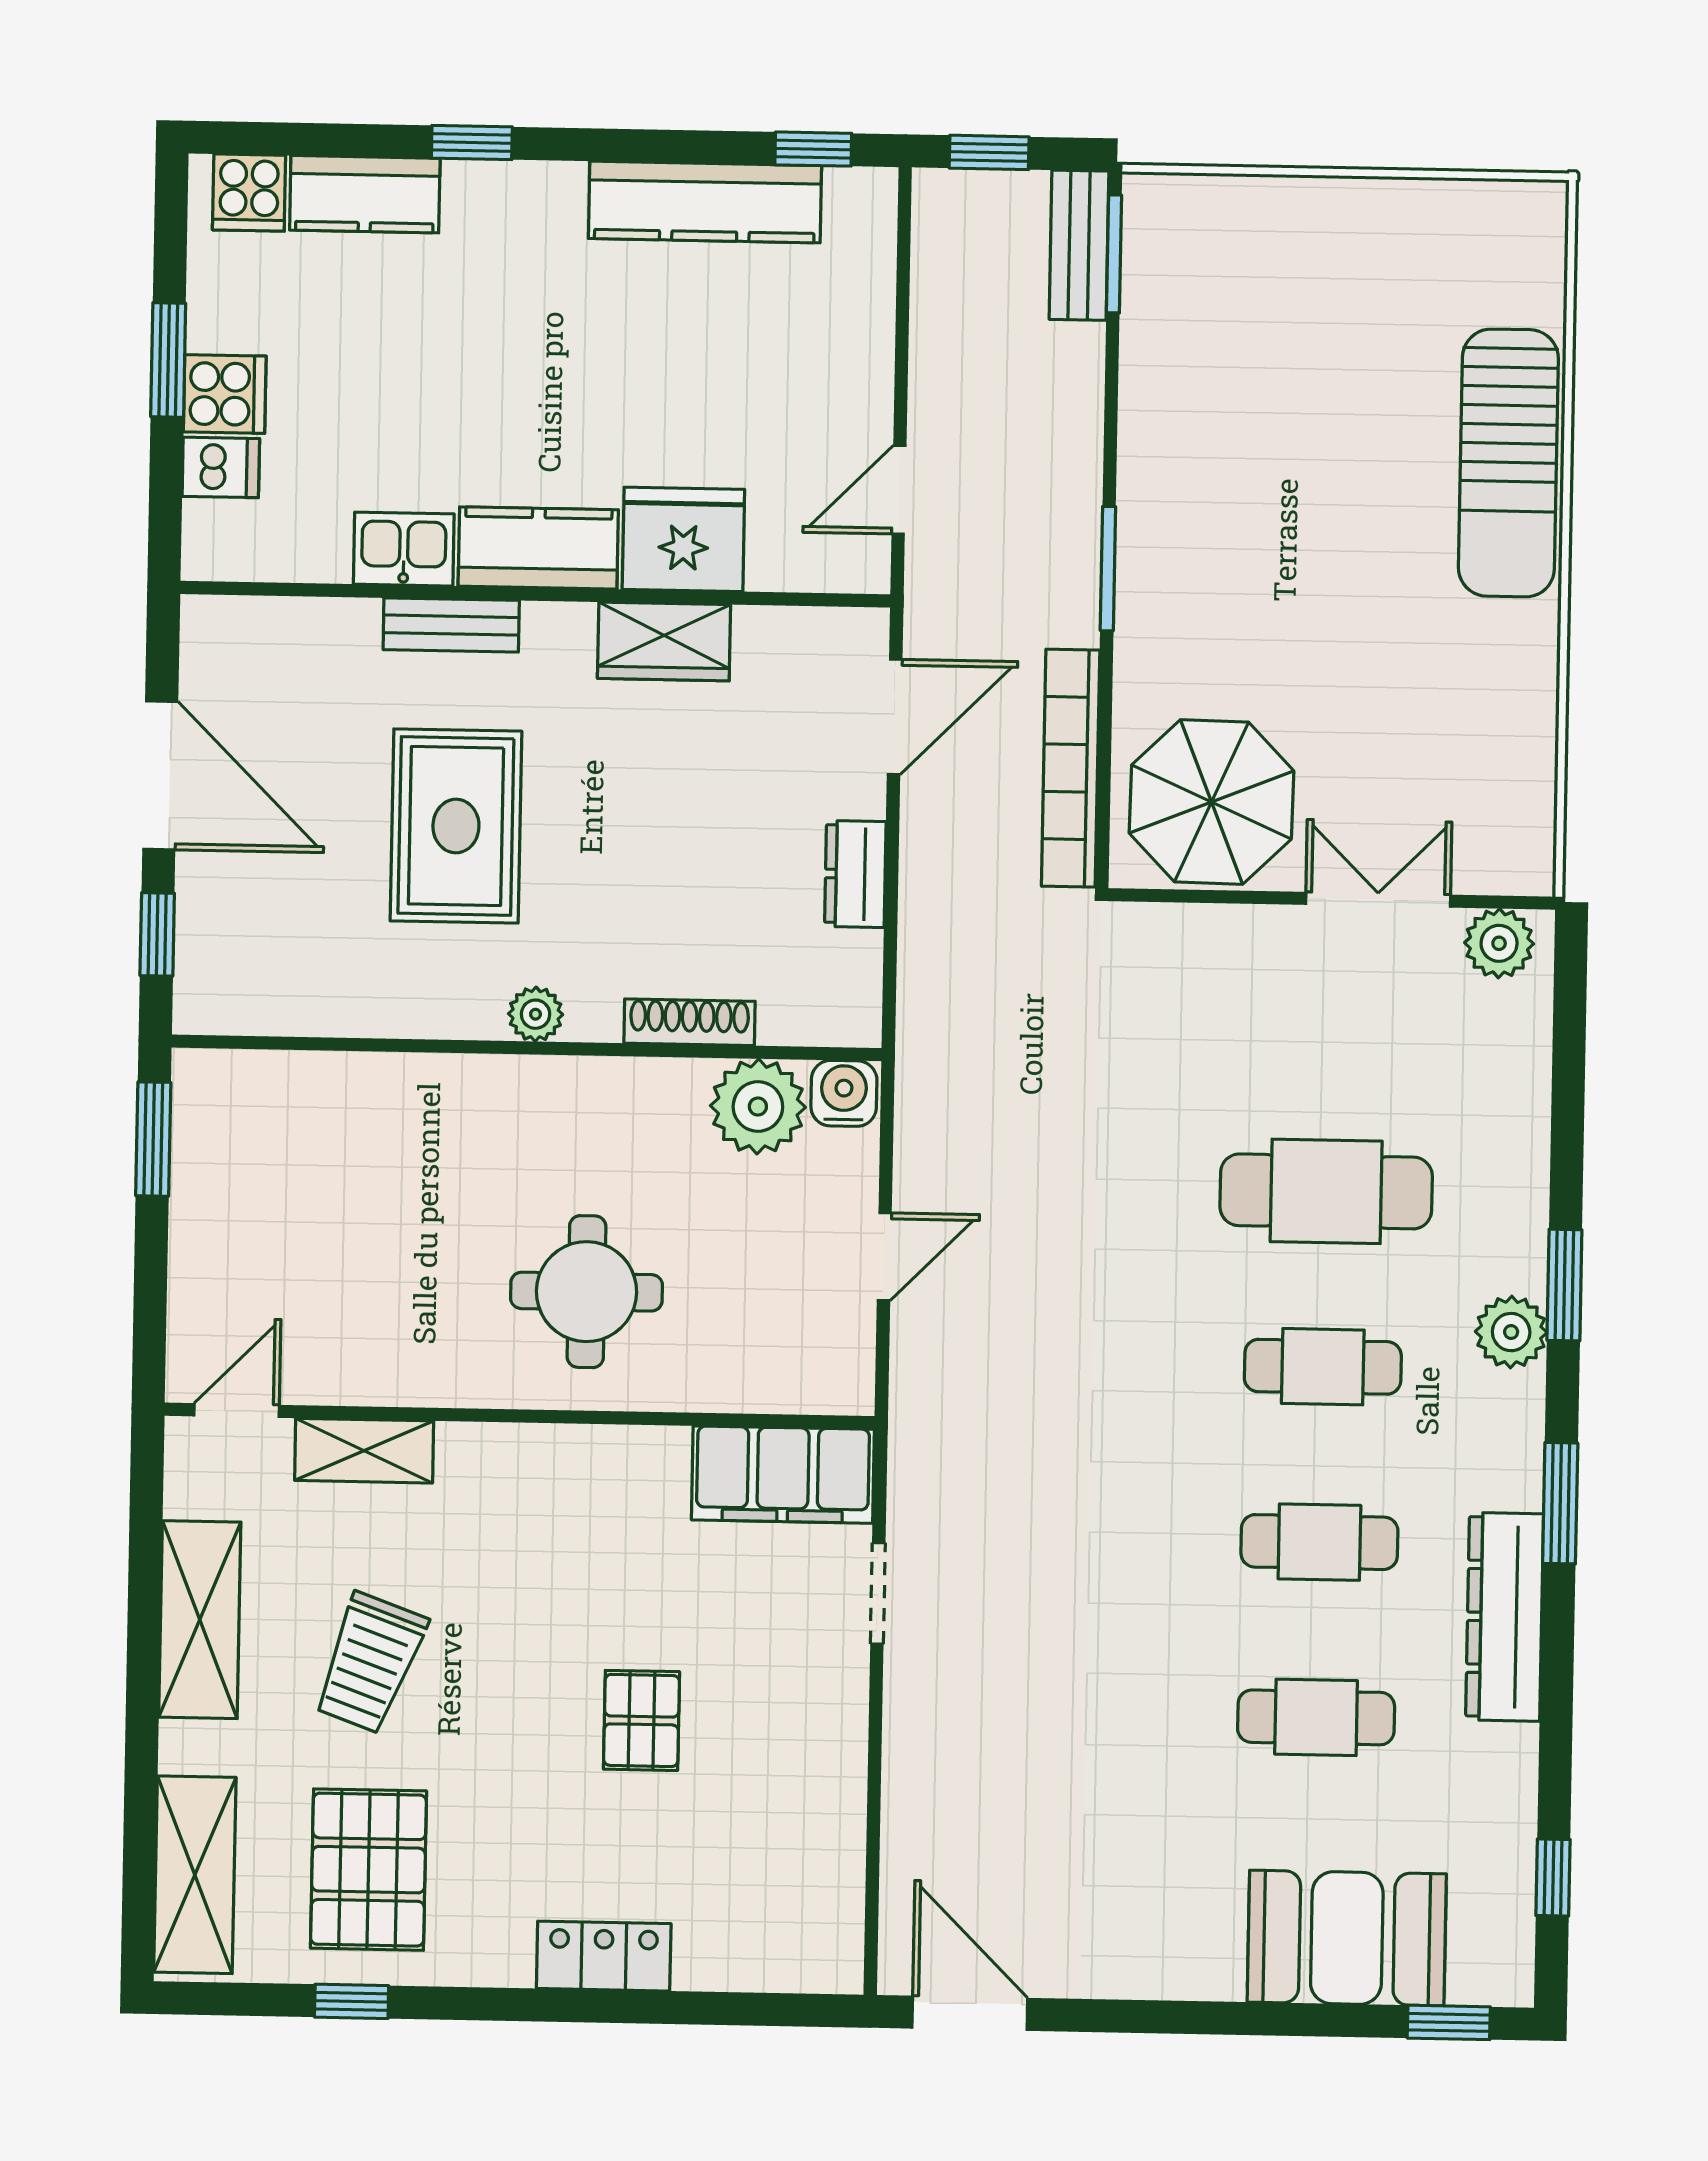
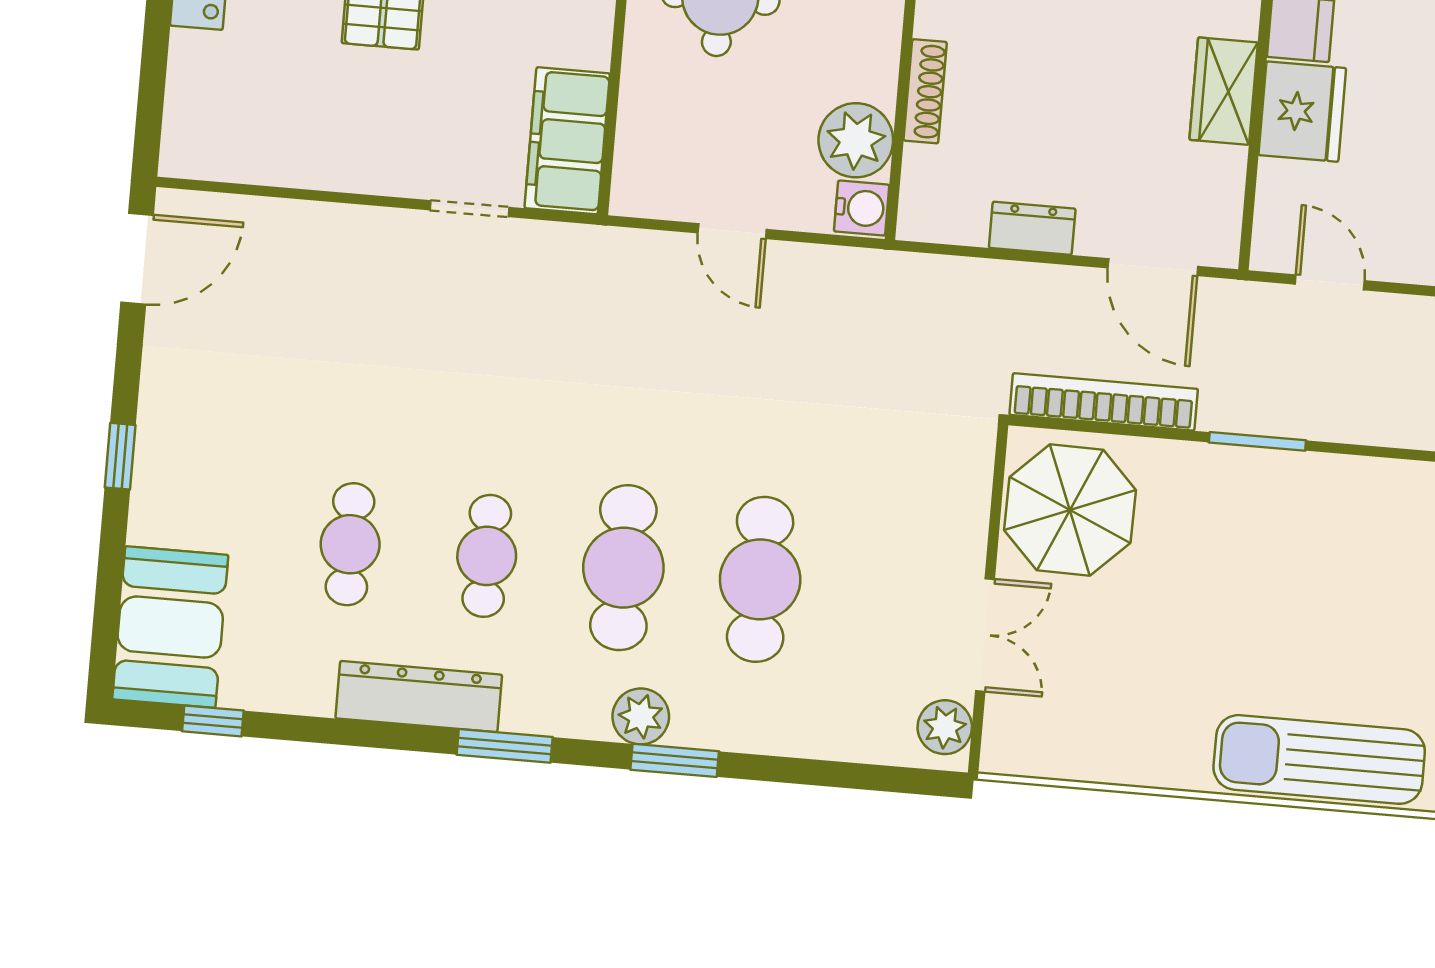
cafe table: (1323, 1367) -> (623, 568), width x1.37, depth x1.35
booth: (1347, 1938) -> (170, 627), moved
window: (1449, 2022) -> (120, 456), moved

